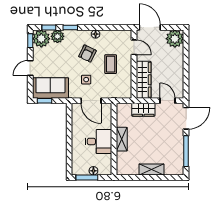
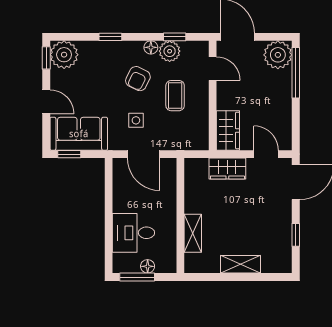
window: (49, 27) -> (175, 37), moved
plant: (57, 36) -> (170, 51), moved
window: (186, 50) -> (296, 73), added
door: (30, 68) -> (46, 102), swing flipped
wardrobe: (144, 80) -> (228, 131), width x0.67
shelving: (122, 139) -> (193, 233), moved
desk: (98, 141) -> (133, 233), moved, turned 180
window: (186, 151) -> (296, 235), width x0.46

